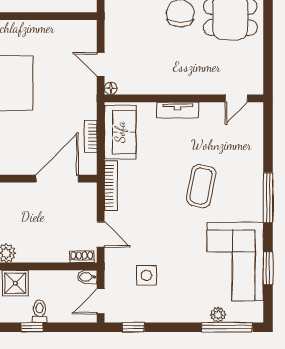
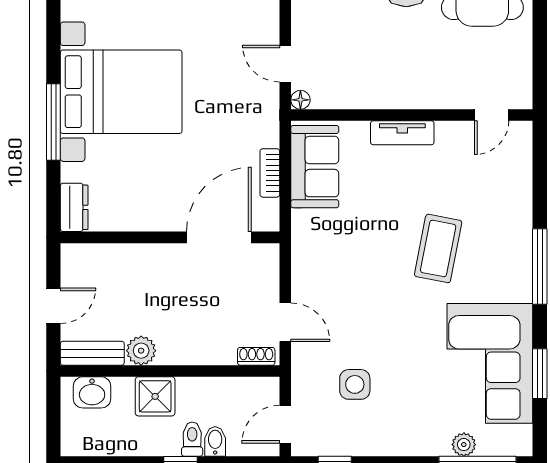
bookcase: (111, 186) -> (301, 248), removed
bidet: (87, 277) -> (215, 441), moved, turned 90

